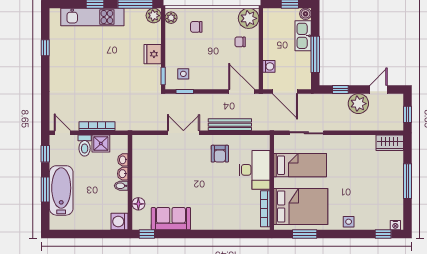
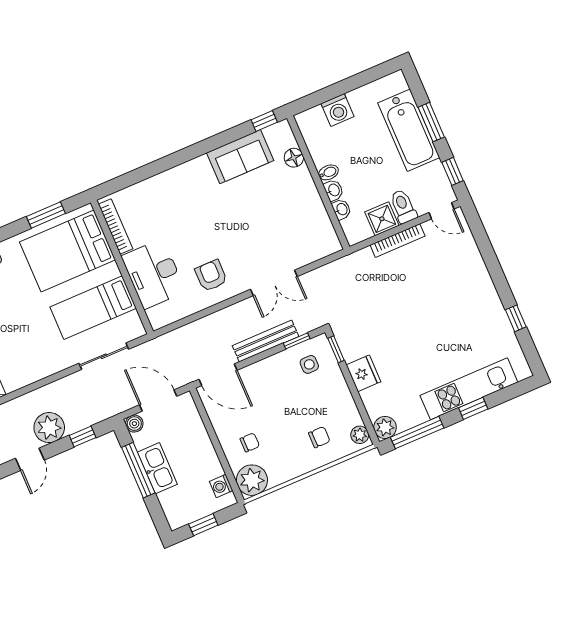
boiler: (305, 14) -> (134, 424), moved
kitchen sink: (303, 36) -> (157, 468), moved
washing machine: (269, 66) -> (221, 486), moved
bench: (230, 125) -> (266, 341), moved
washing machine: (120, 221) -> (338, 110), moved, turned 90

